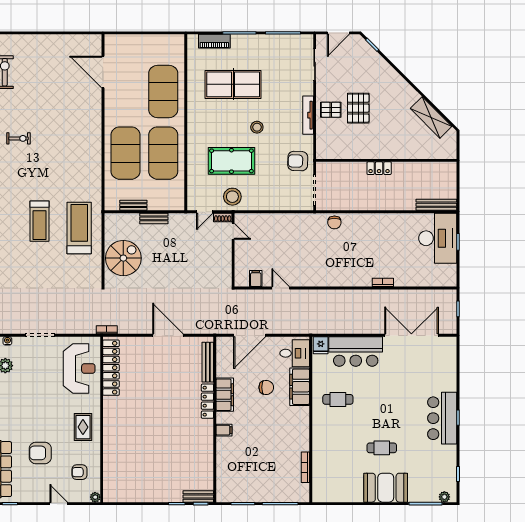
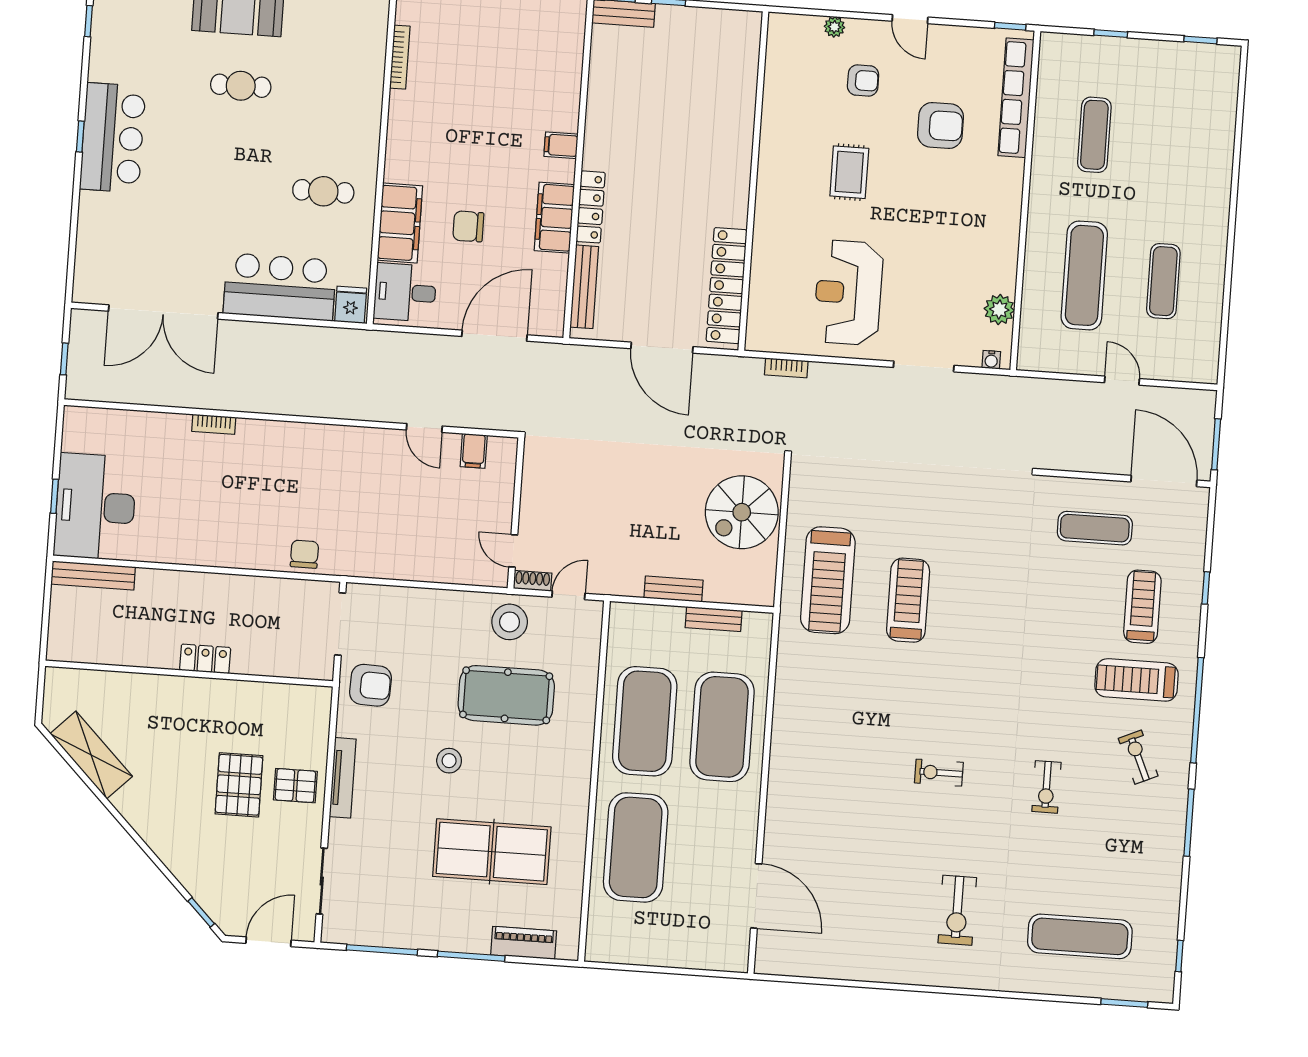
locker: (111, 368) -> (727, 286), moved
wall: (102, 419) -> (753, 181), moved

